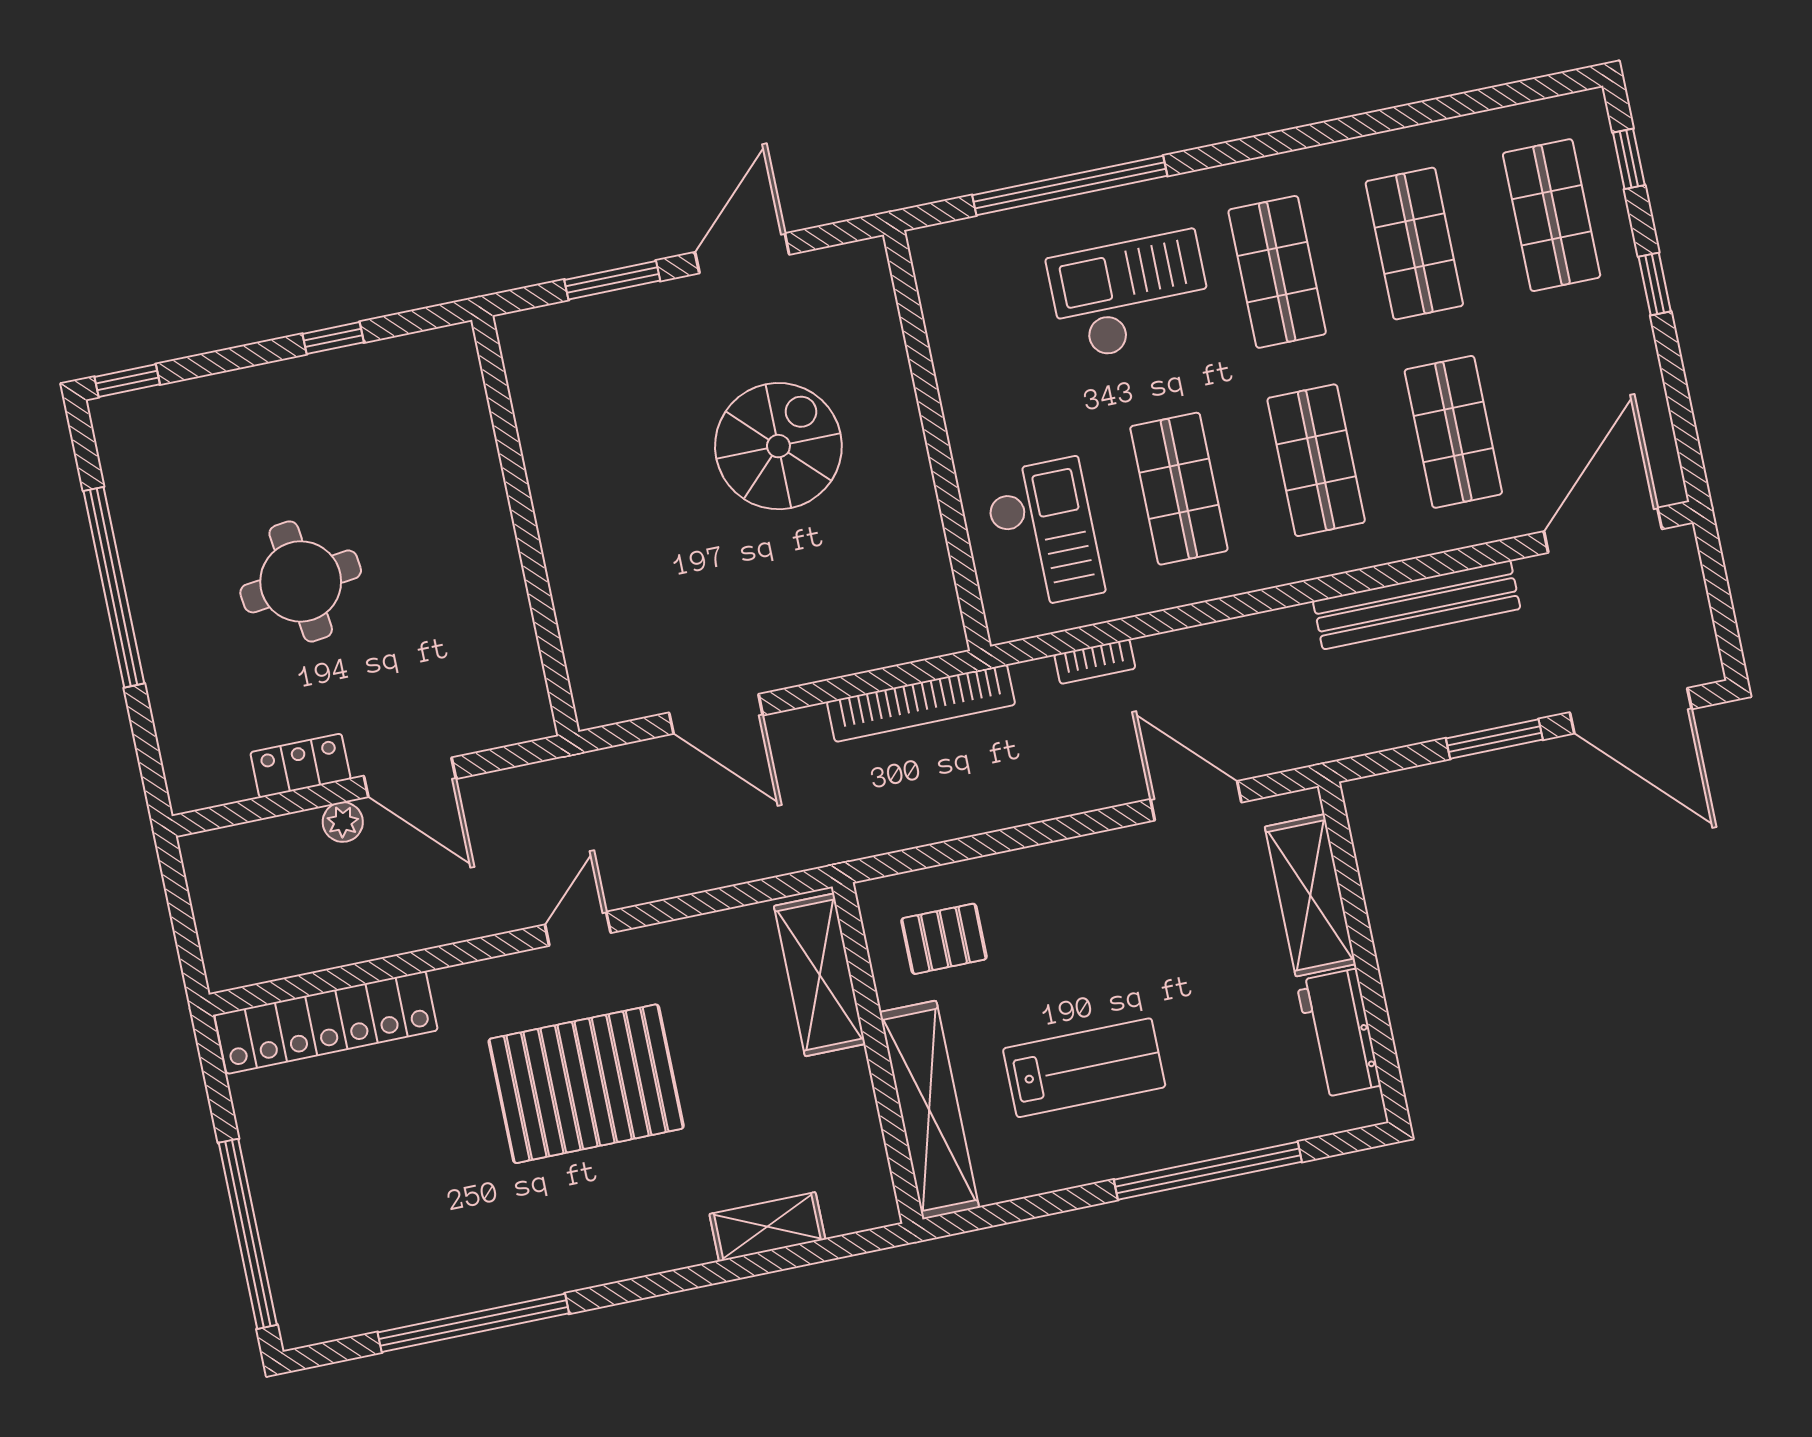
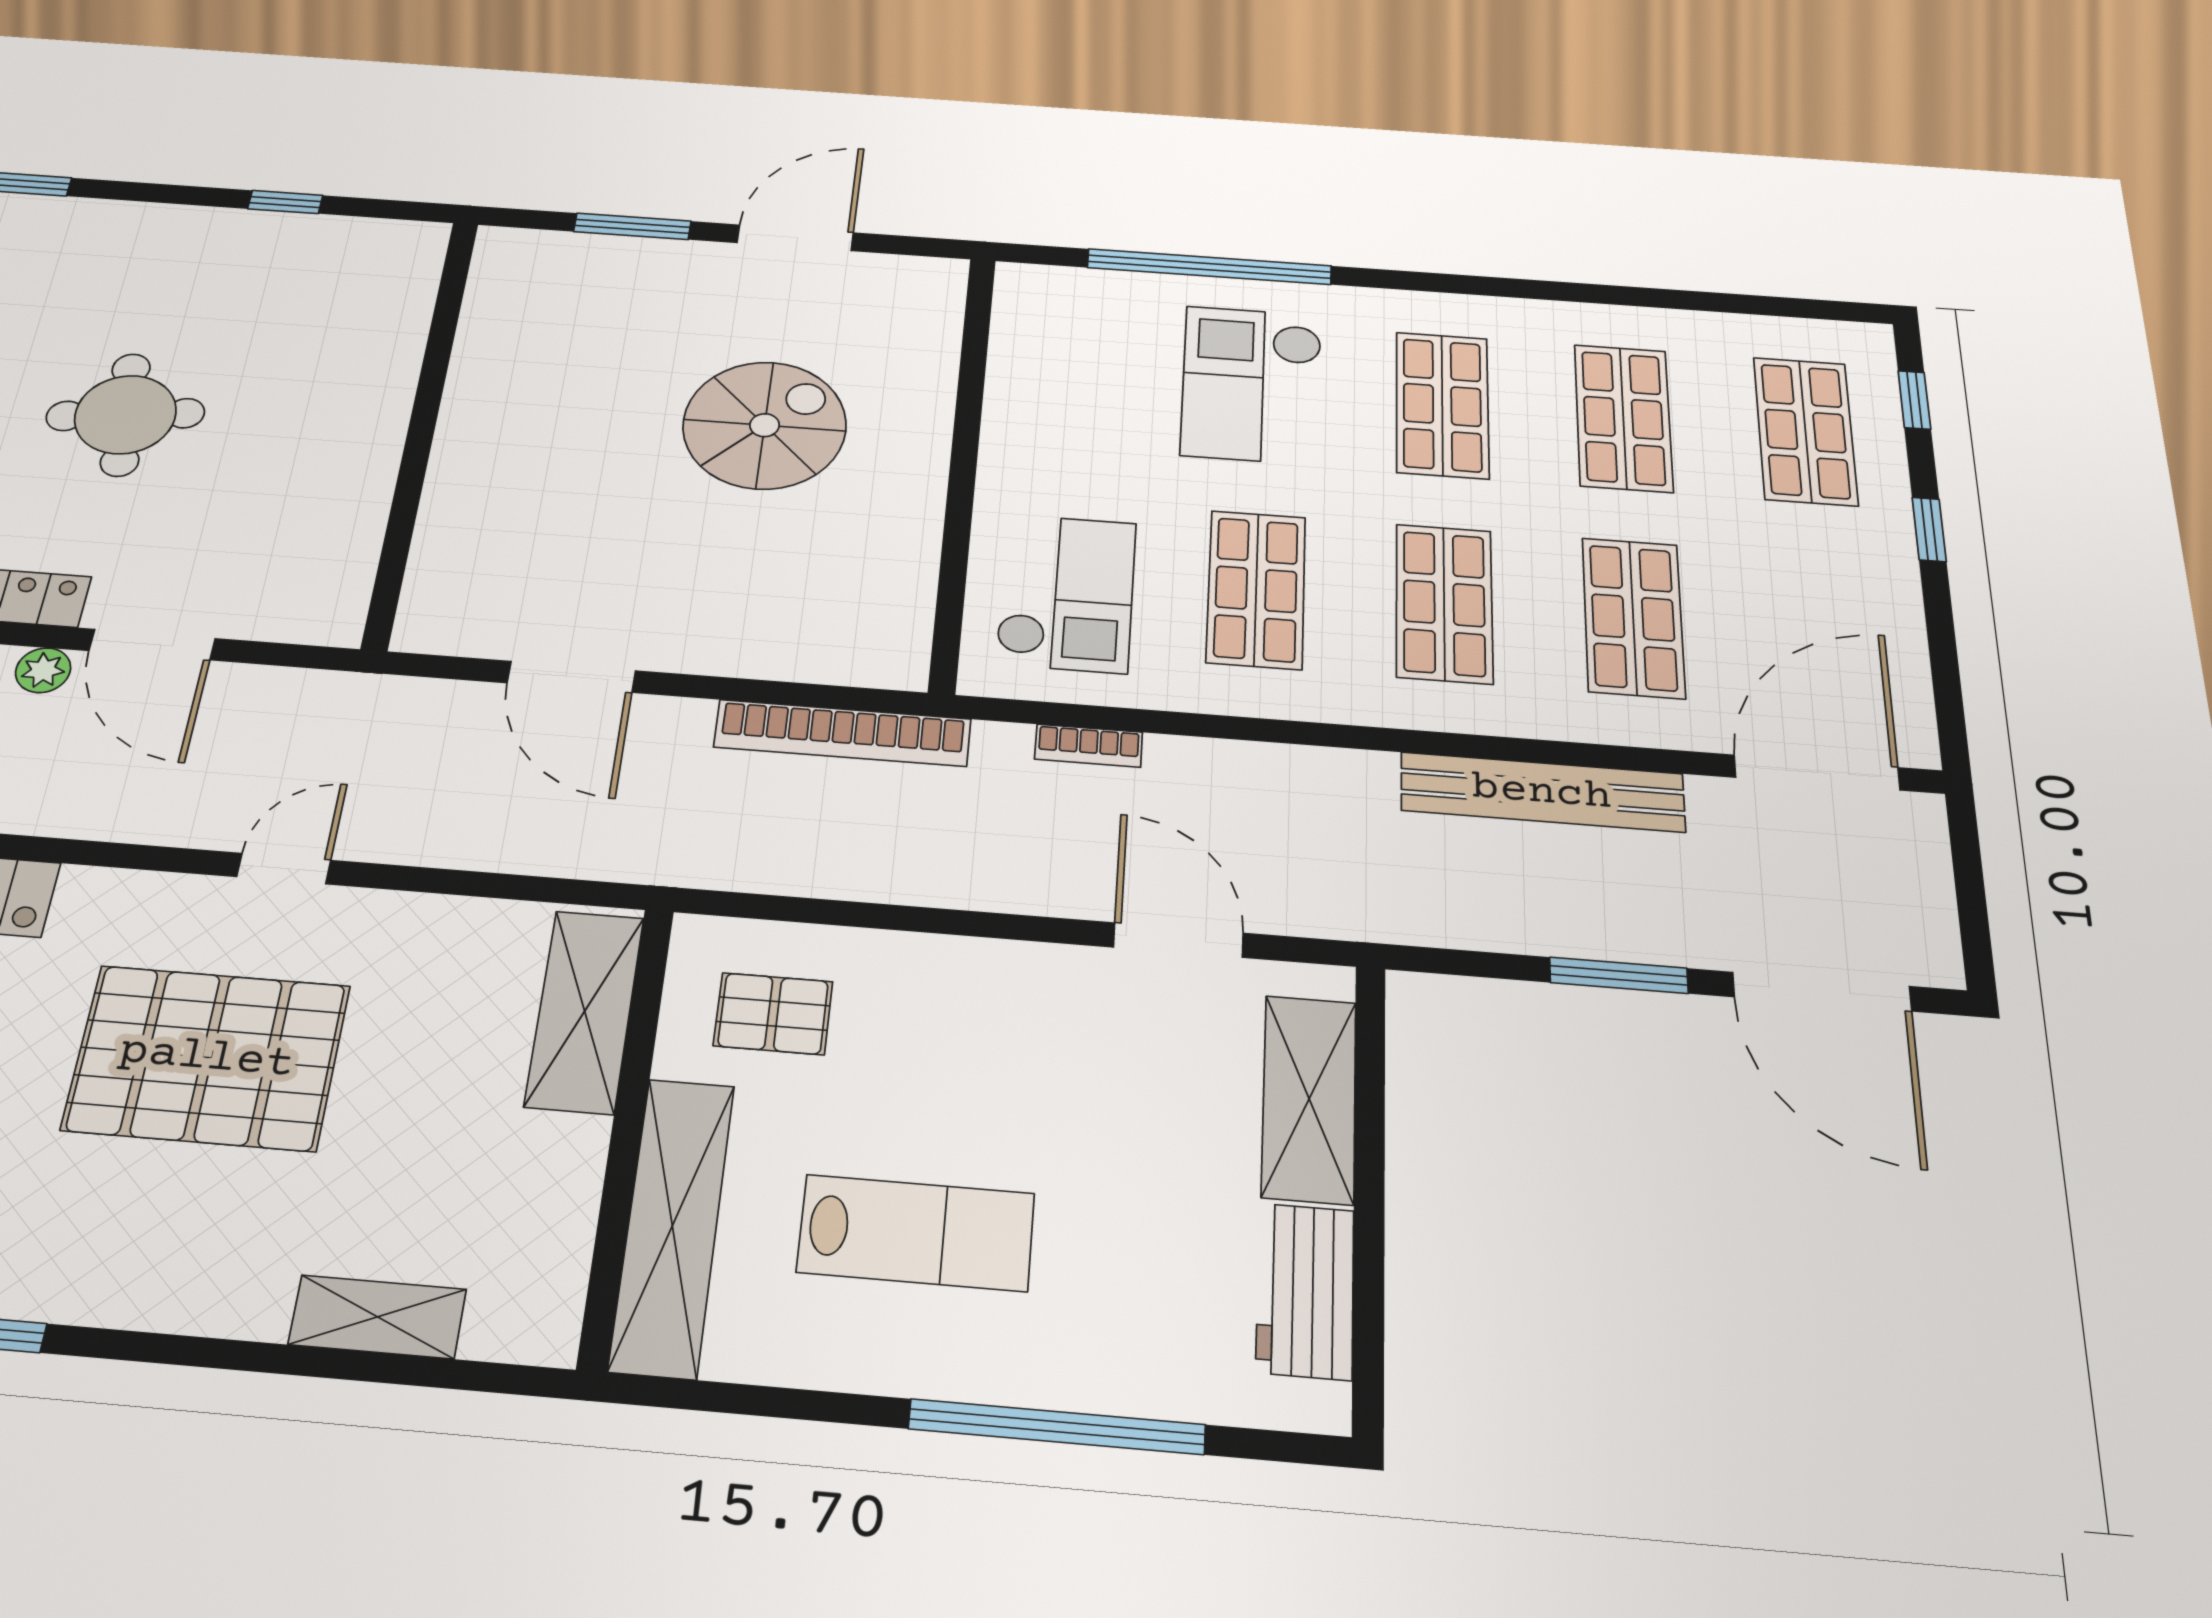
checkout: (1131, 295) -> (1252, 385), turned -90

